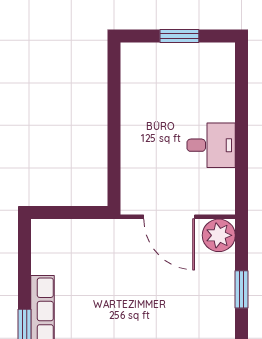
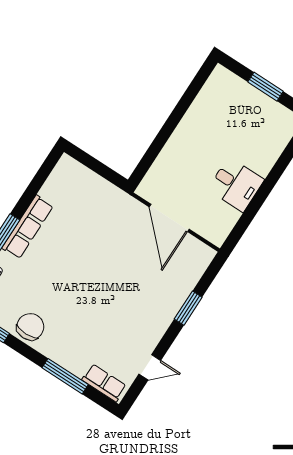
plant: (219, 235) -> (198, 256), removed

